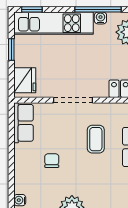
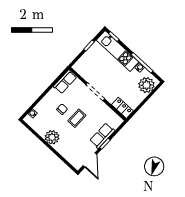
fridge: (25, 80) -> (82, 64), removed
coffee table: (96, 139) -> (77, 118), moved

